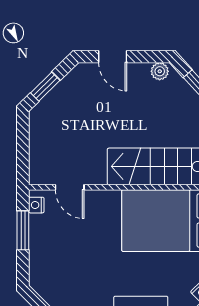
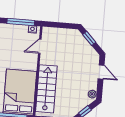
door: (113, 57) -> (101, 72), swing flipped
window: (23, 230) -> (21, 22), width x1.44

